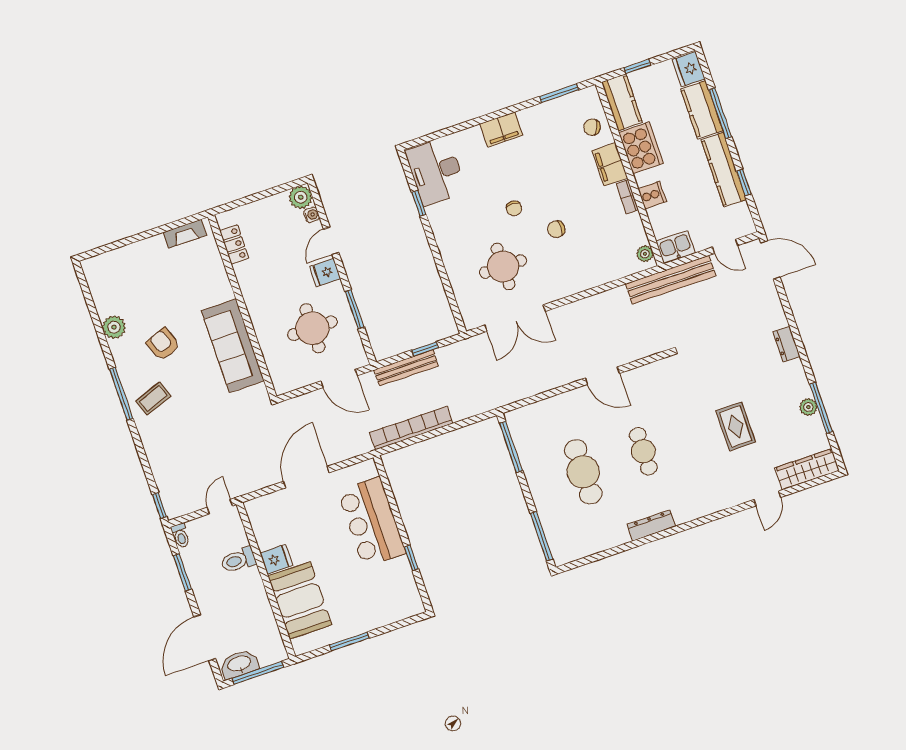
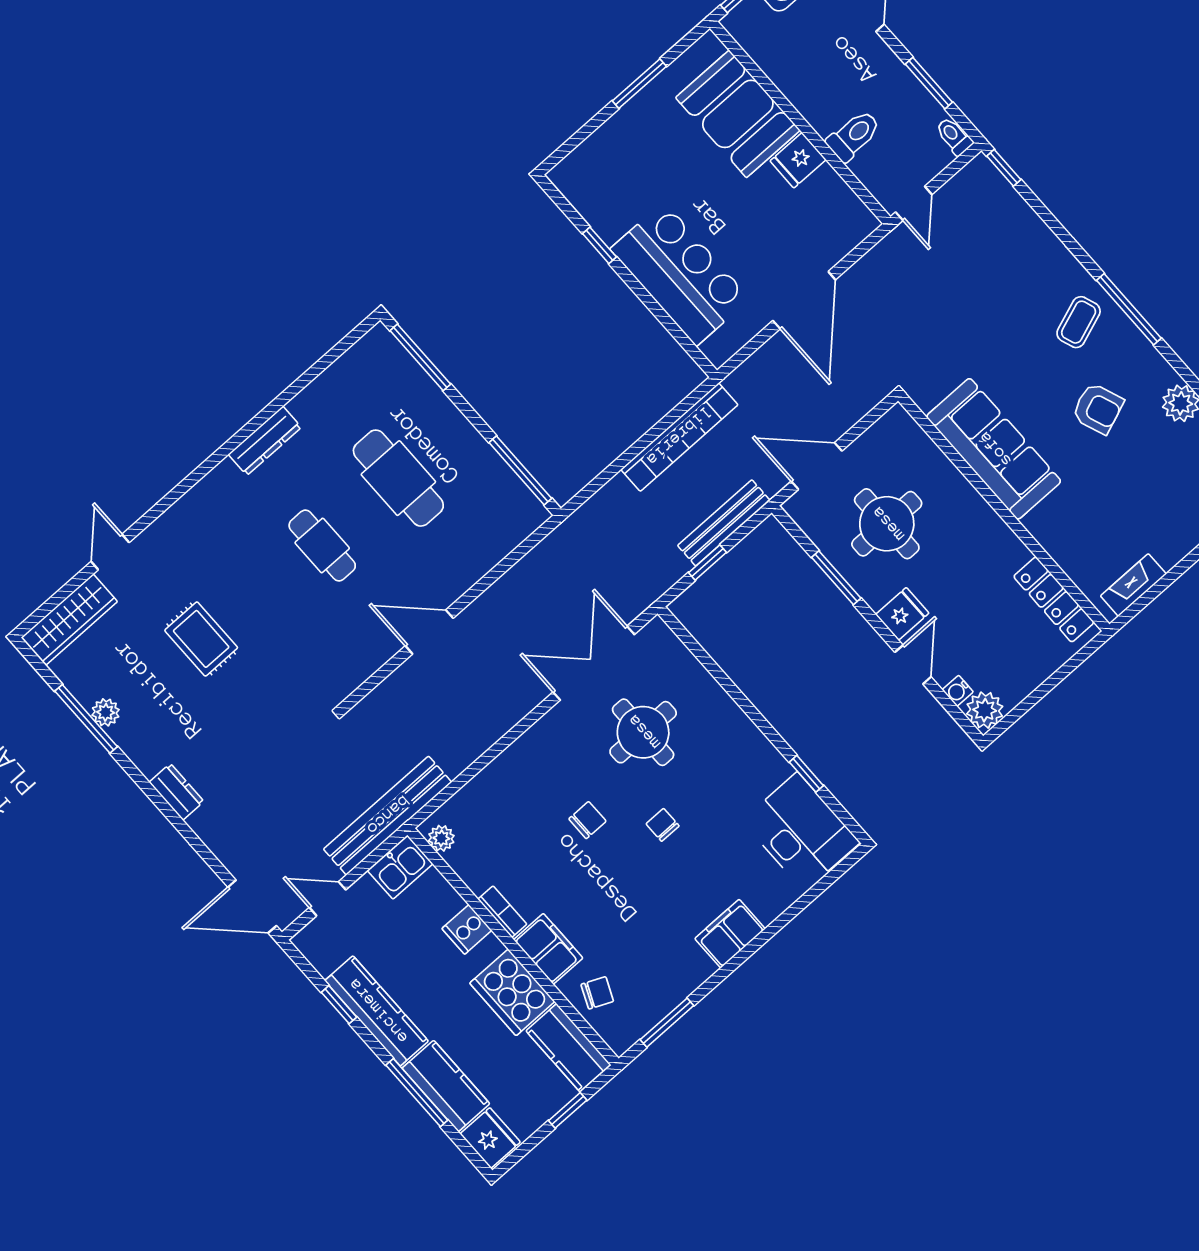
locker: (234, 244) -> (1054, 599), width x1.53

